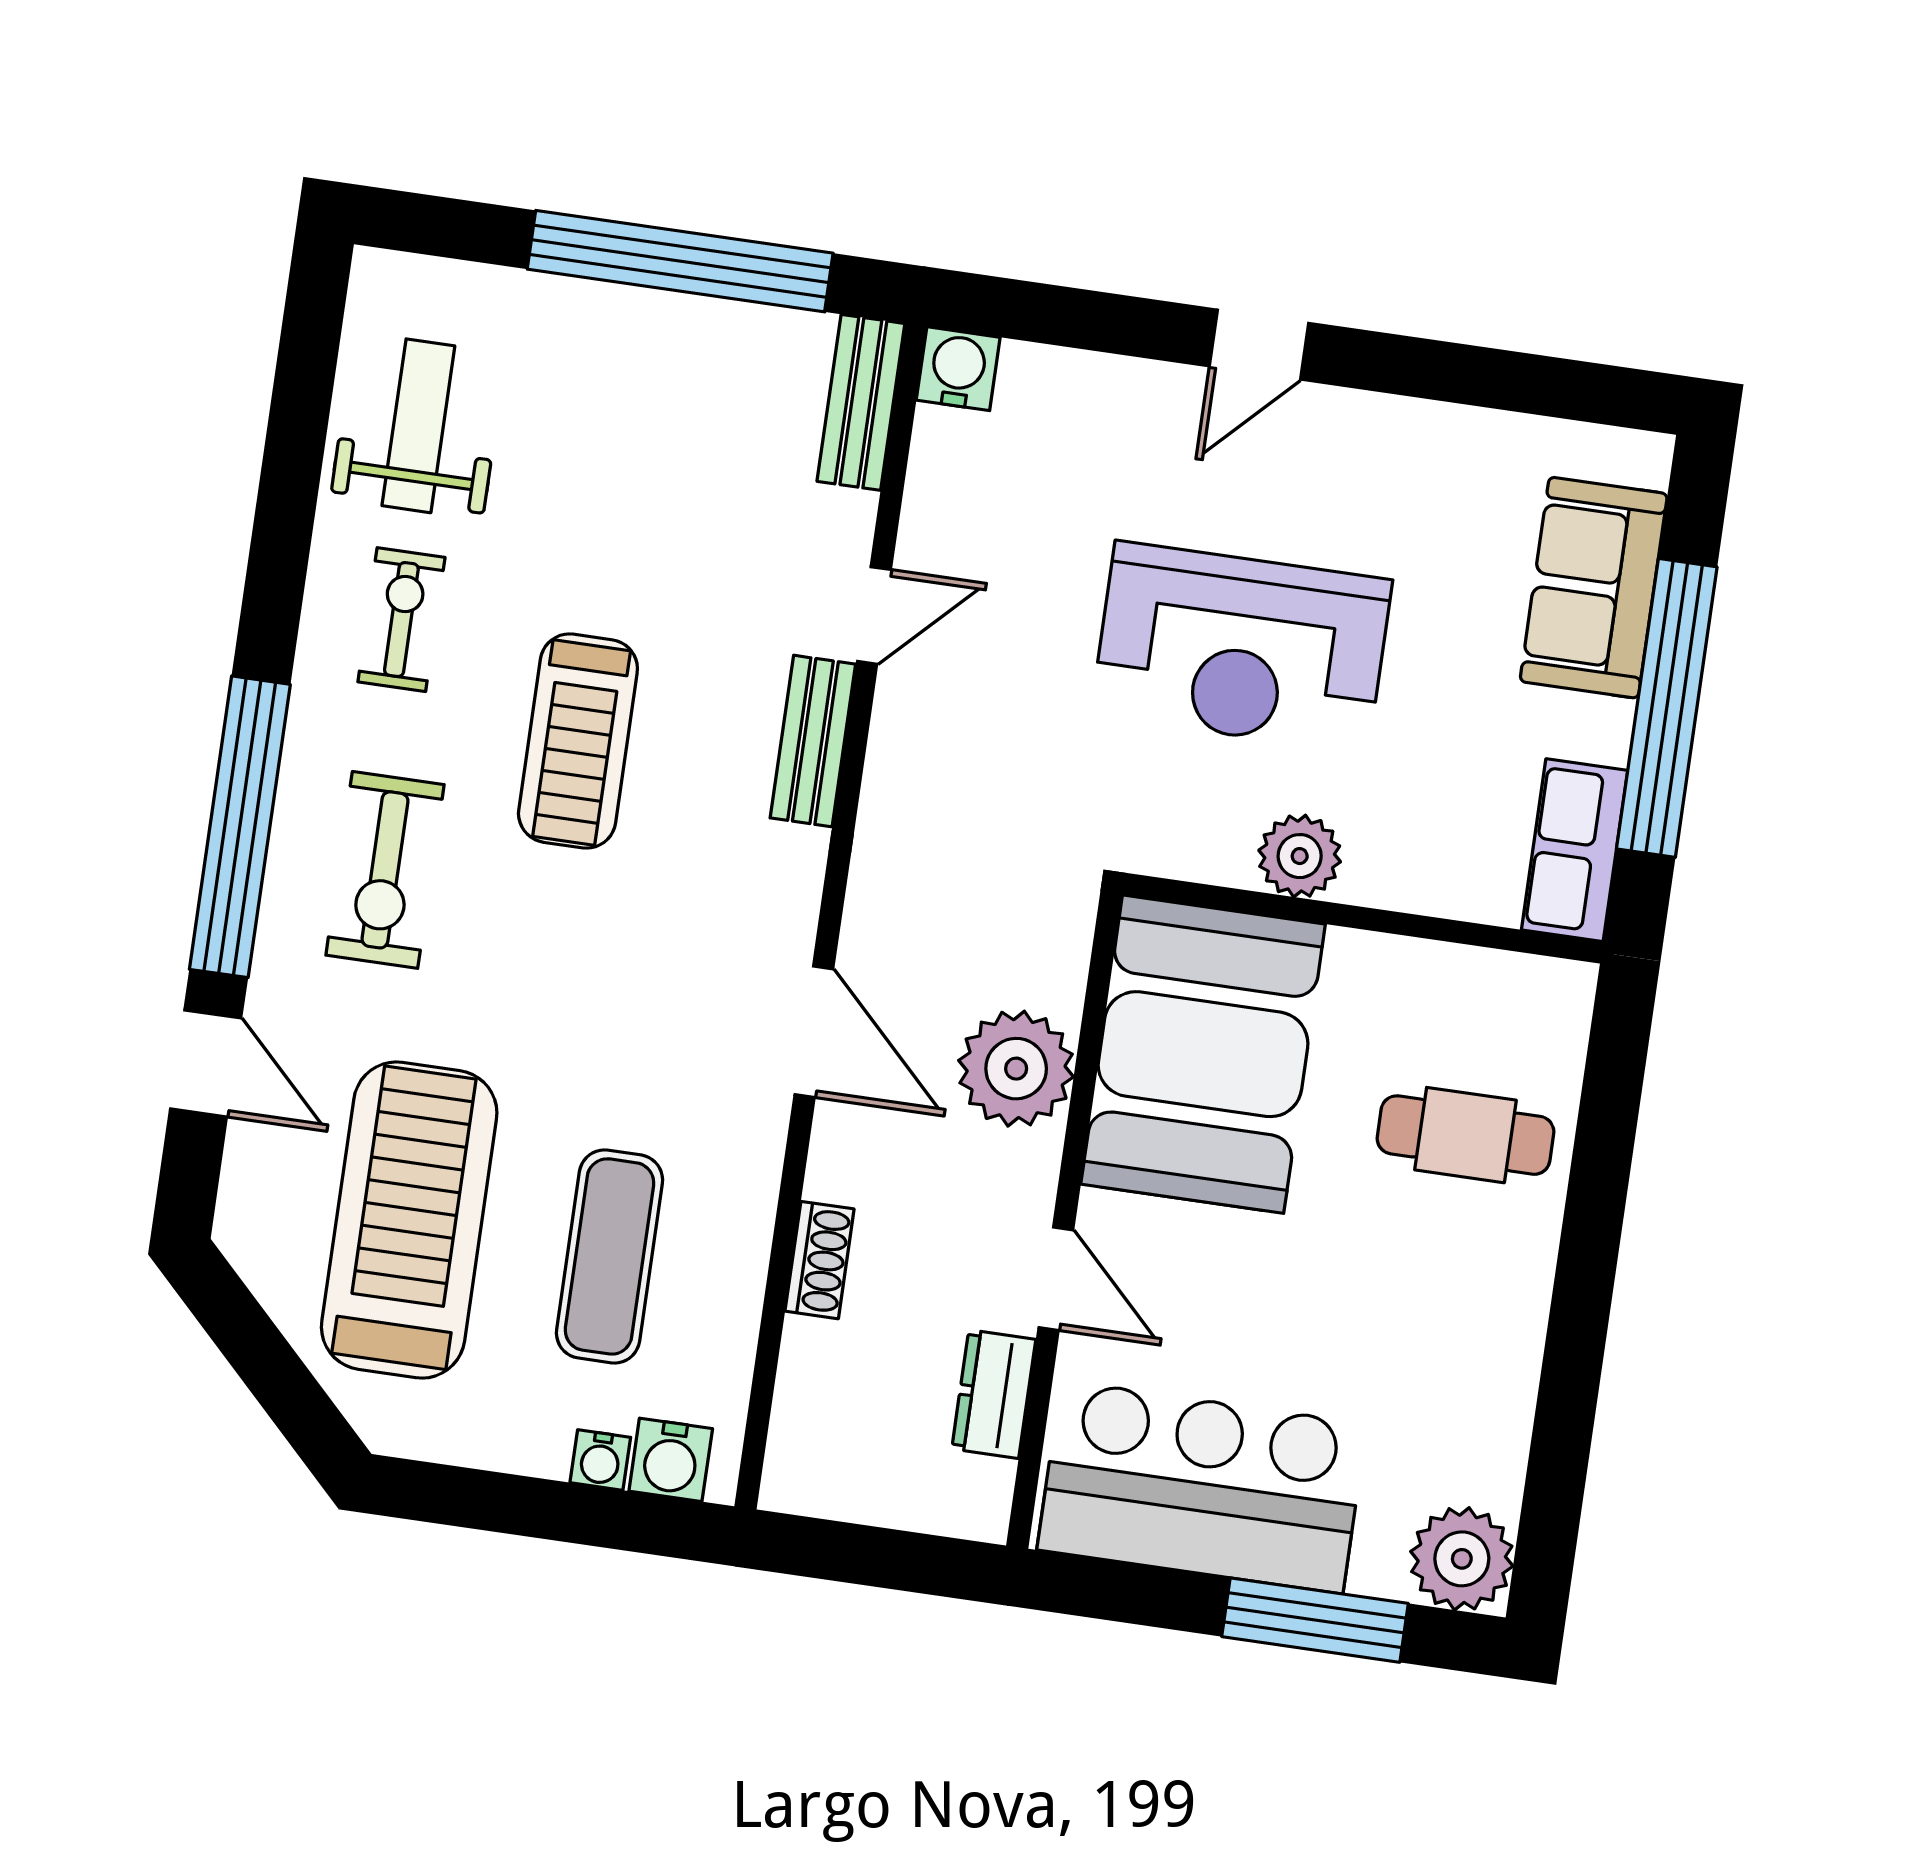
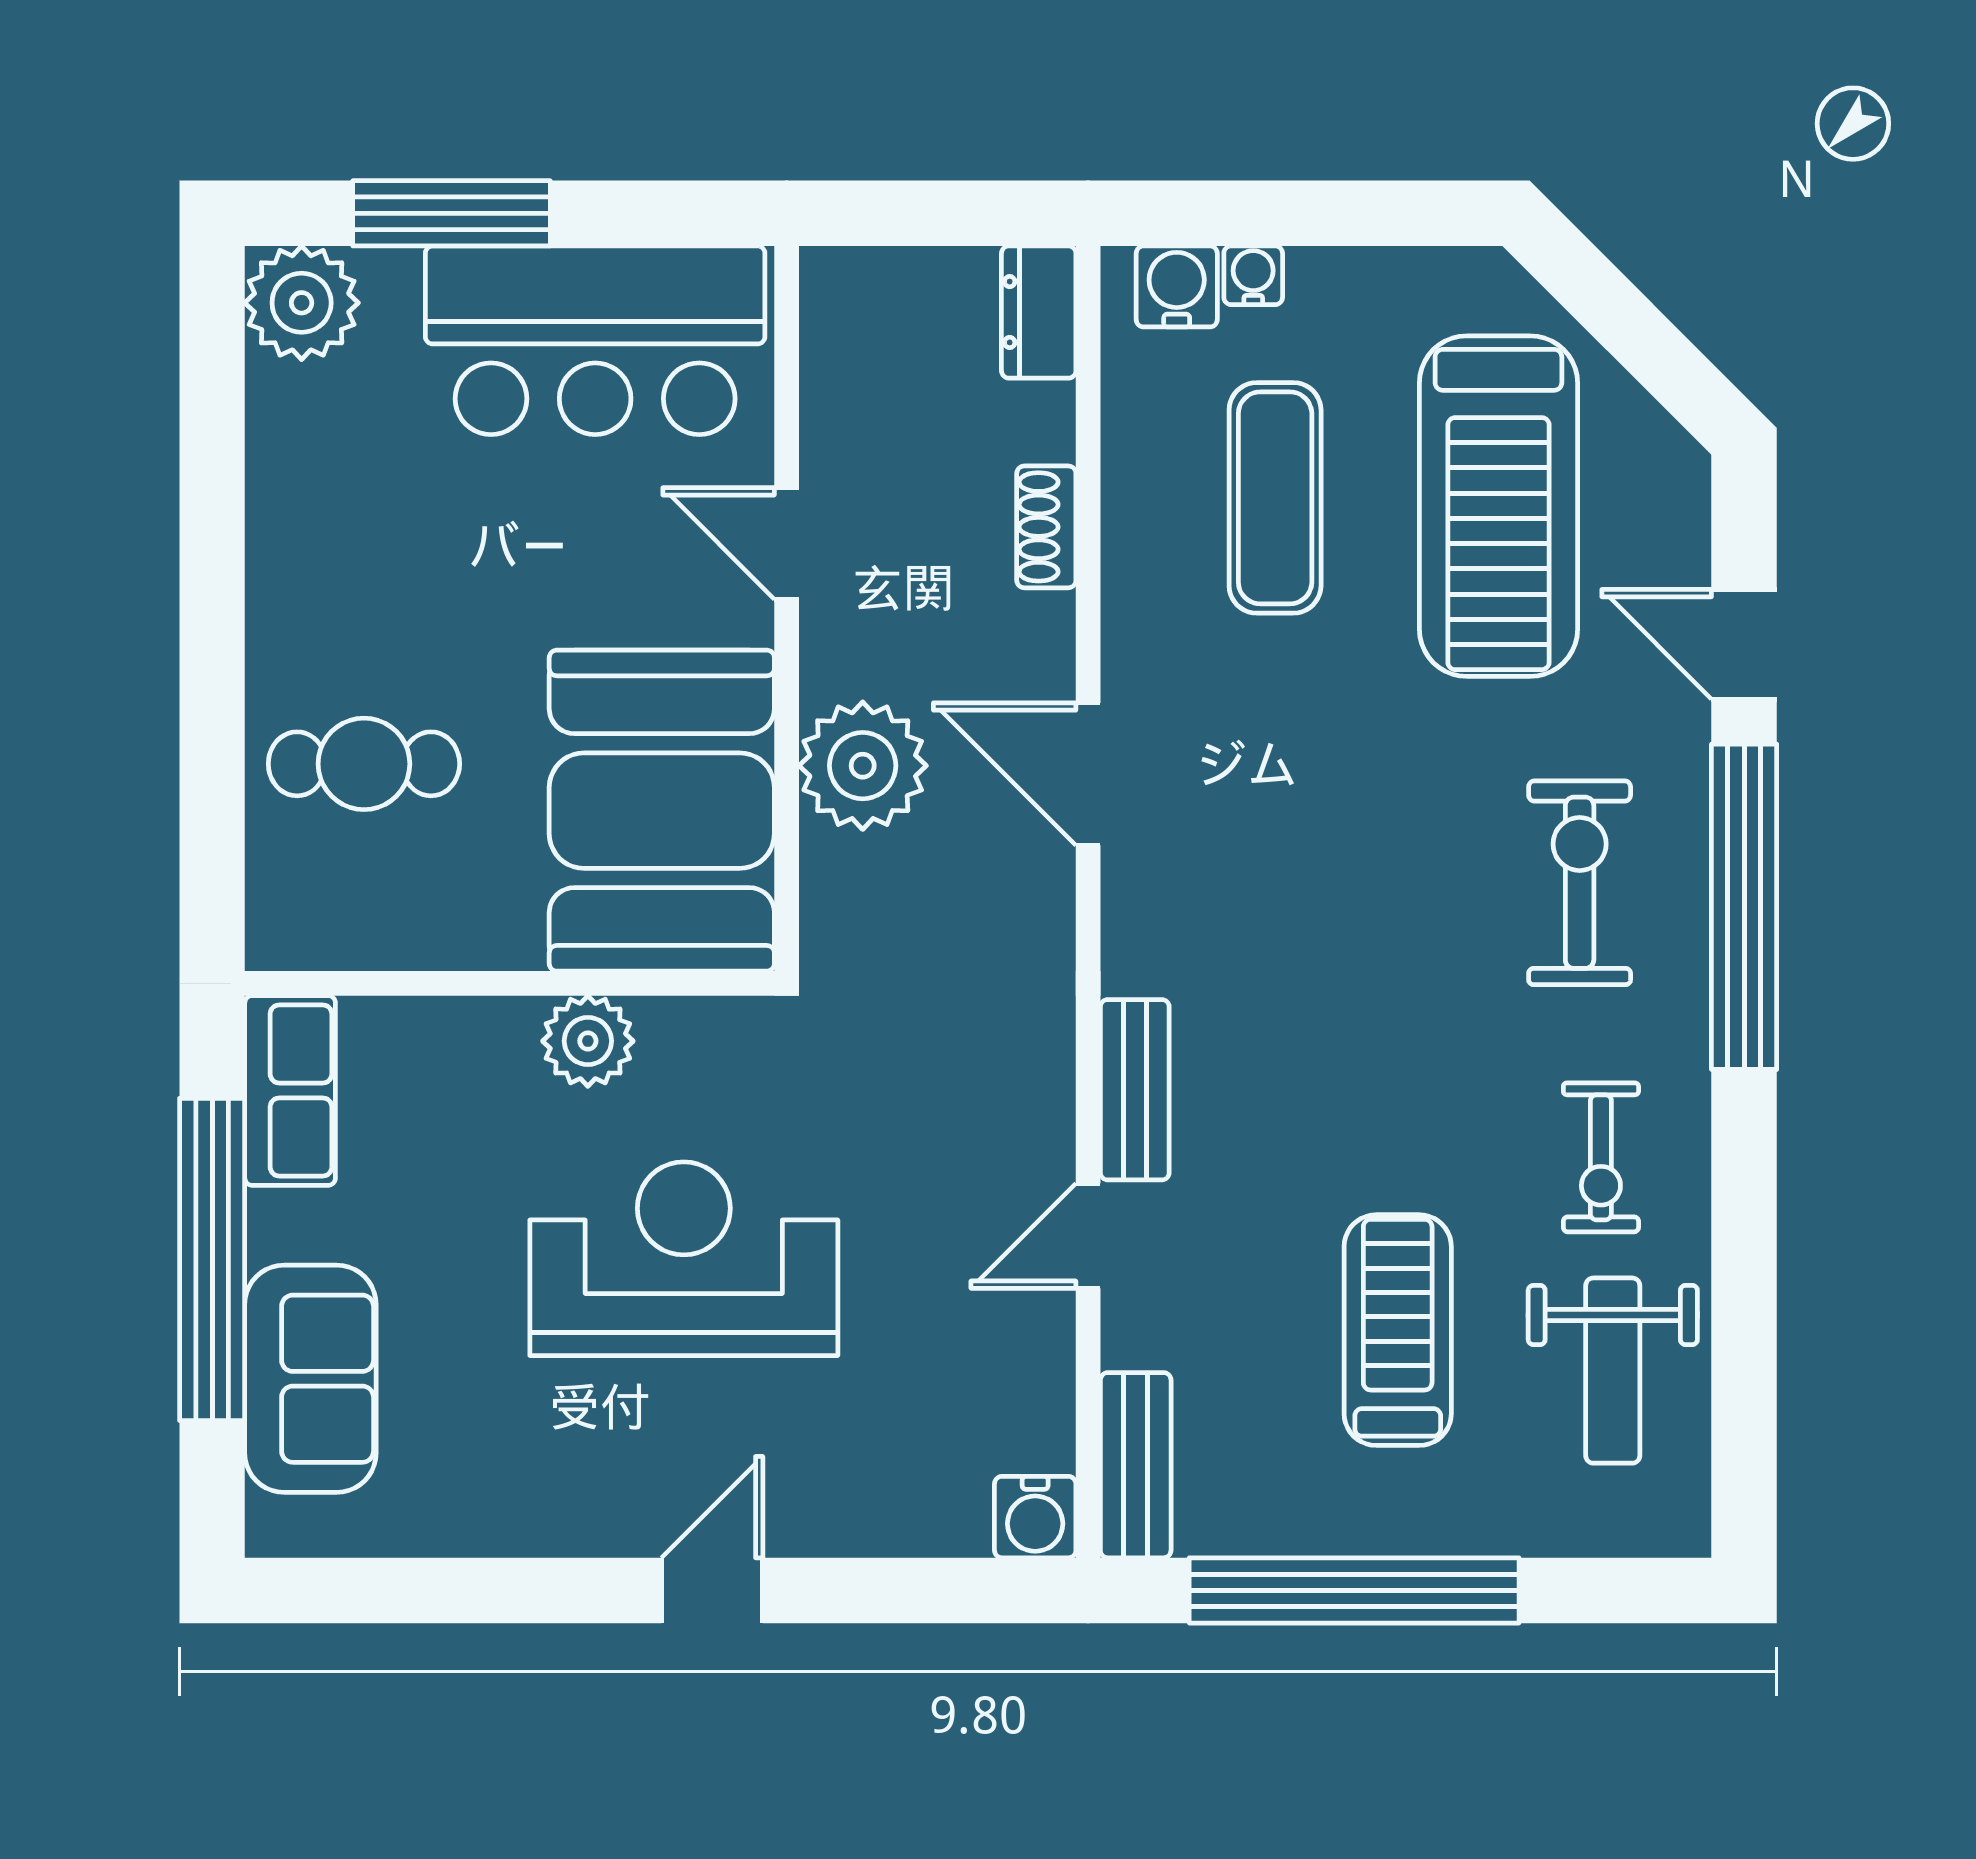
treadmill: (578, 741) -> (1398, 1330), moved
dresser: (994, 1394) -> (1039, 312), moved, turned 180

